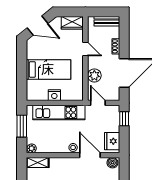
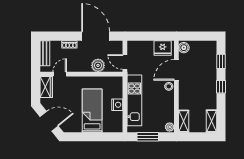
door: (38, 26) -> (49, 121), hinge flipped
door: (85, 49) -> (60, 74), moved
door: (98, 103) -> (125, 62), hinge flipped
window: (124, 119) -> (141, 36), removed

